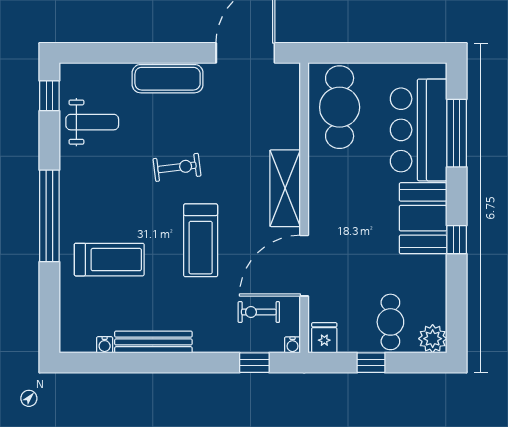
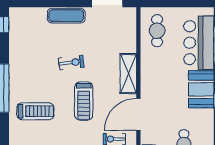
cafe table: (340, 107) -> (157, 31), width x0.73, depth x0.74
weight bench: (92, 122) -> (26, 39), removed

